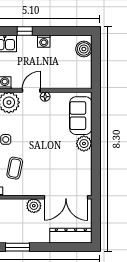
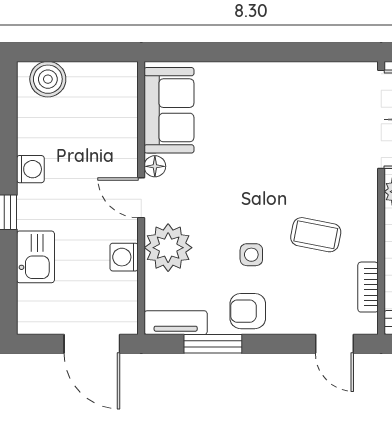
sofa: (81, 116) -> (169, 110), moved, turned -90
plant: (84, 144) -> (261, 79), removed

